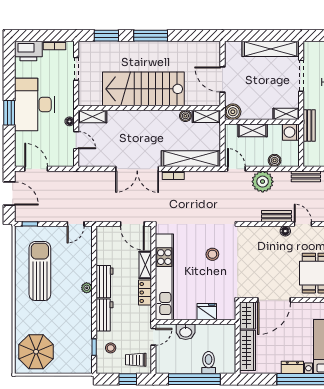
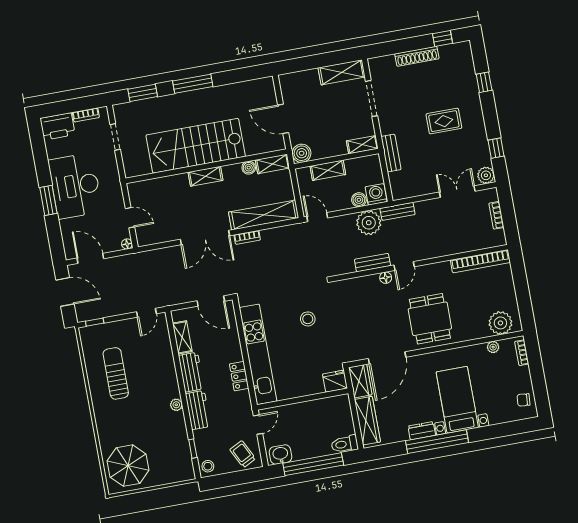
shelving: (271, 49) -> (342, 72), width x0.68
shelving: (92, 116) -> (205, 176), moved
floor lamp: (70, 121) -> (127, 244), moved
washing machine: (291, 132) -> (376, 194), moved, turned 90
plant: (263, 182) -> (369, 223), moved
door: (303, 224) -> (404, 266), swing flipped
shelving: (145, 265) -> (182, 337), moved
sun lounger: (40, 271) -> (116, 373), width x0.73, depth x0.75
plant: (87, 288) -> (176, 405), moved
fridge: (207, 312) -> (335, 381), moved
washbasin: (186, 332) -> (280, 455), moved, turned 180
stool: (111, 348) -> (208, 466), moved
trolley: (136, 360) -> (243, 454), turned 63
toilet: (209, 363) -> (345, 444), moved, turned -90
window: (128, 379) -> (238, 478), removed

